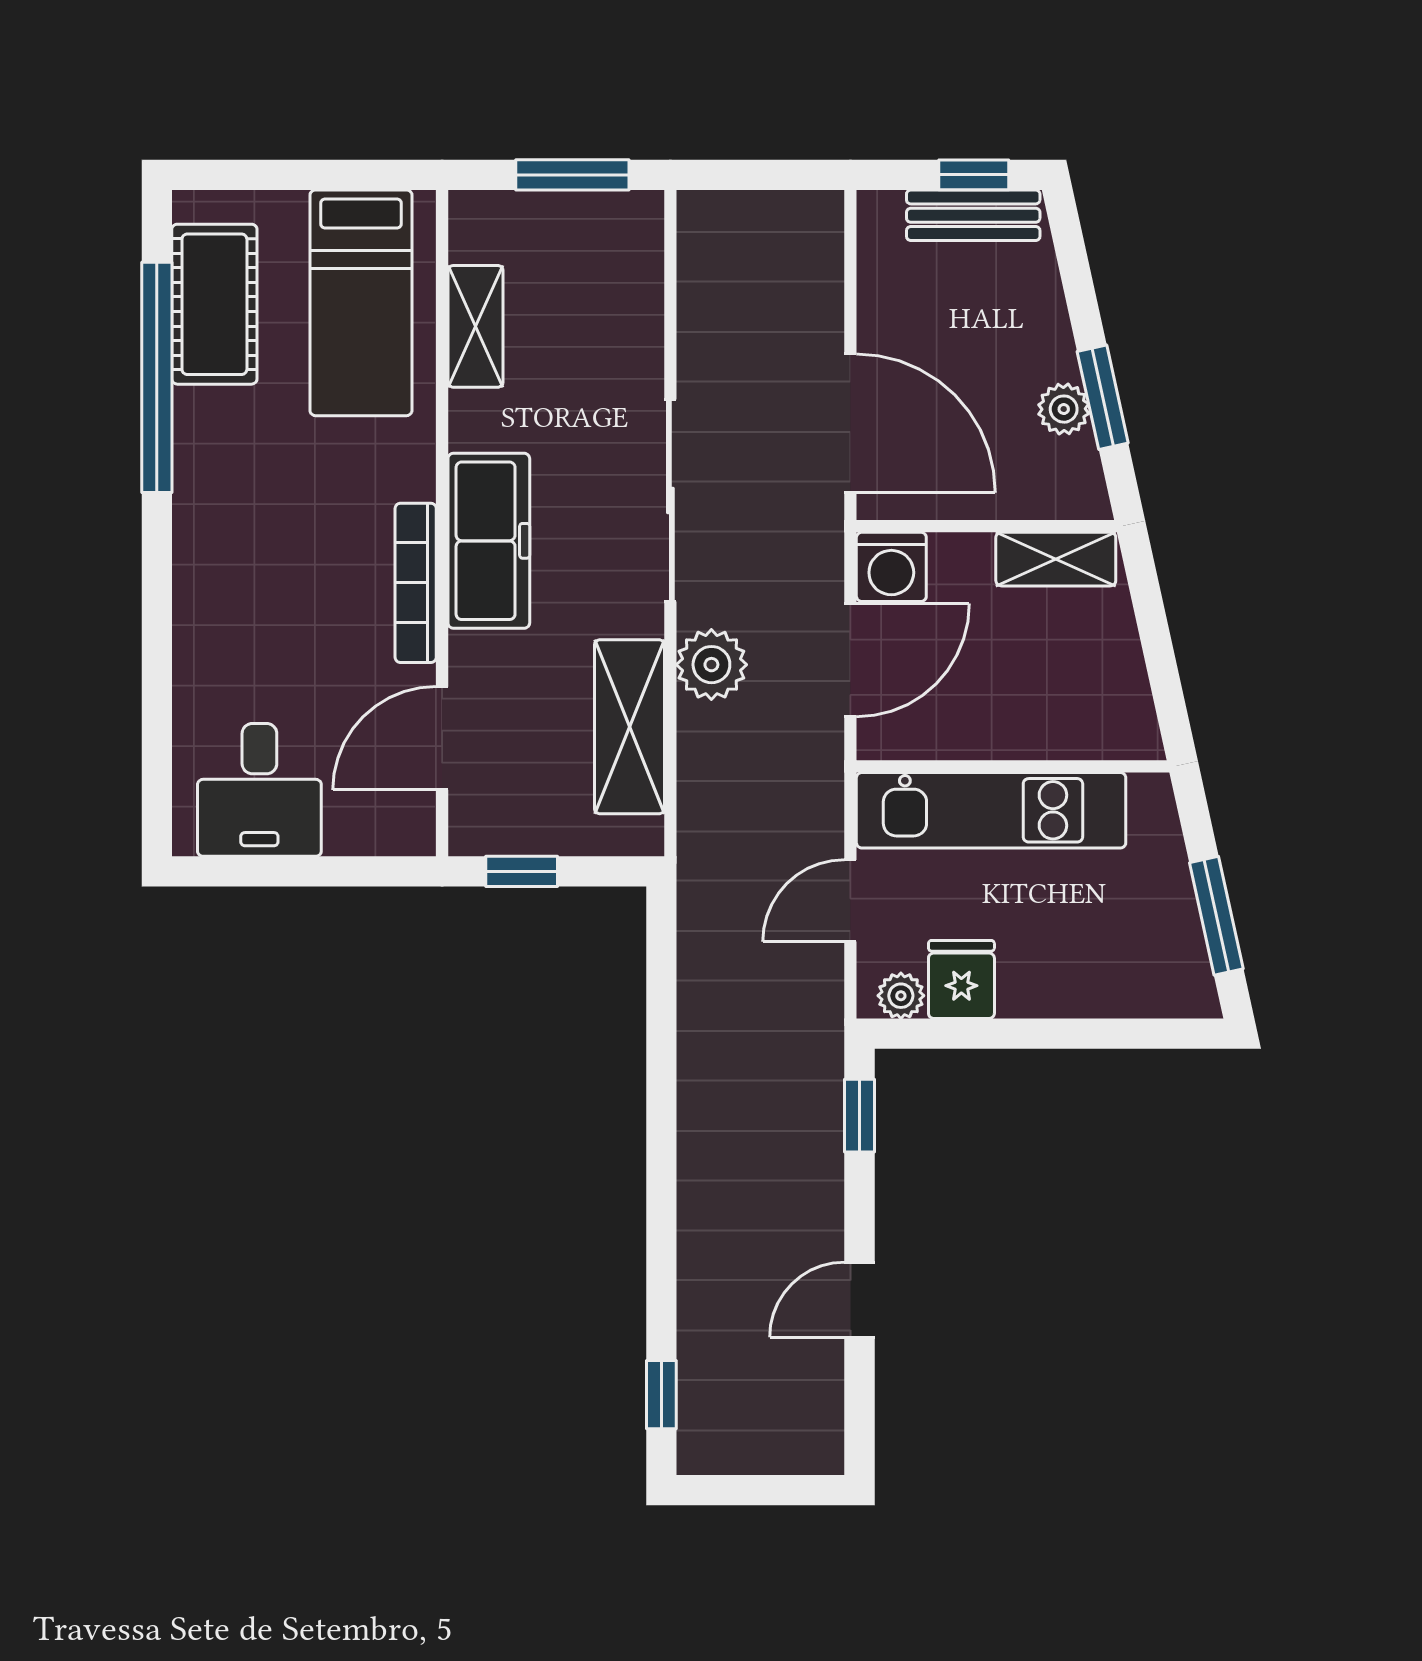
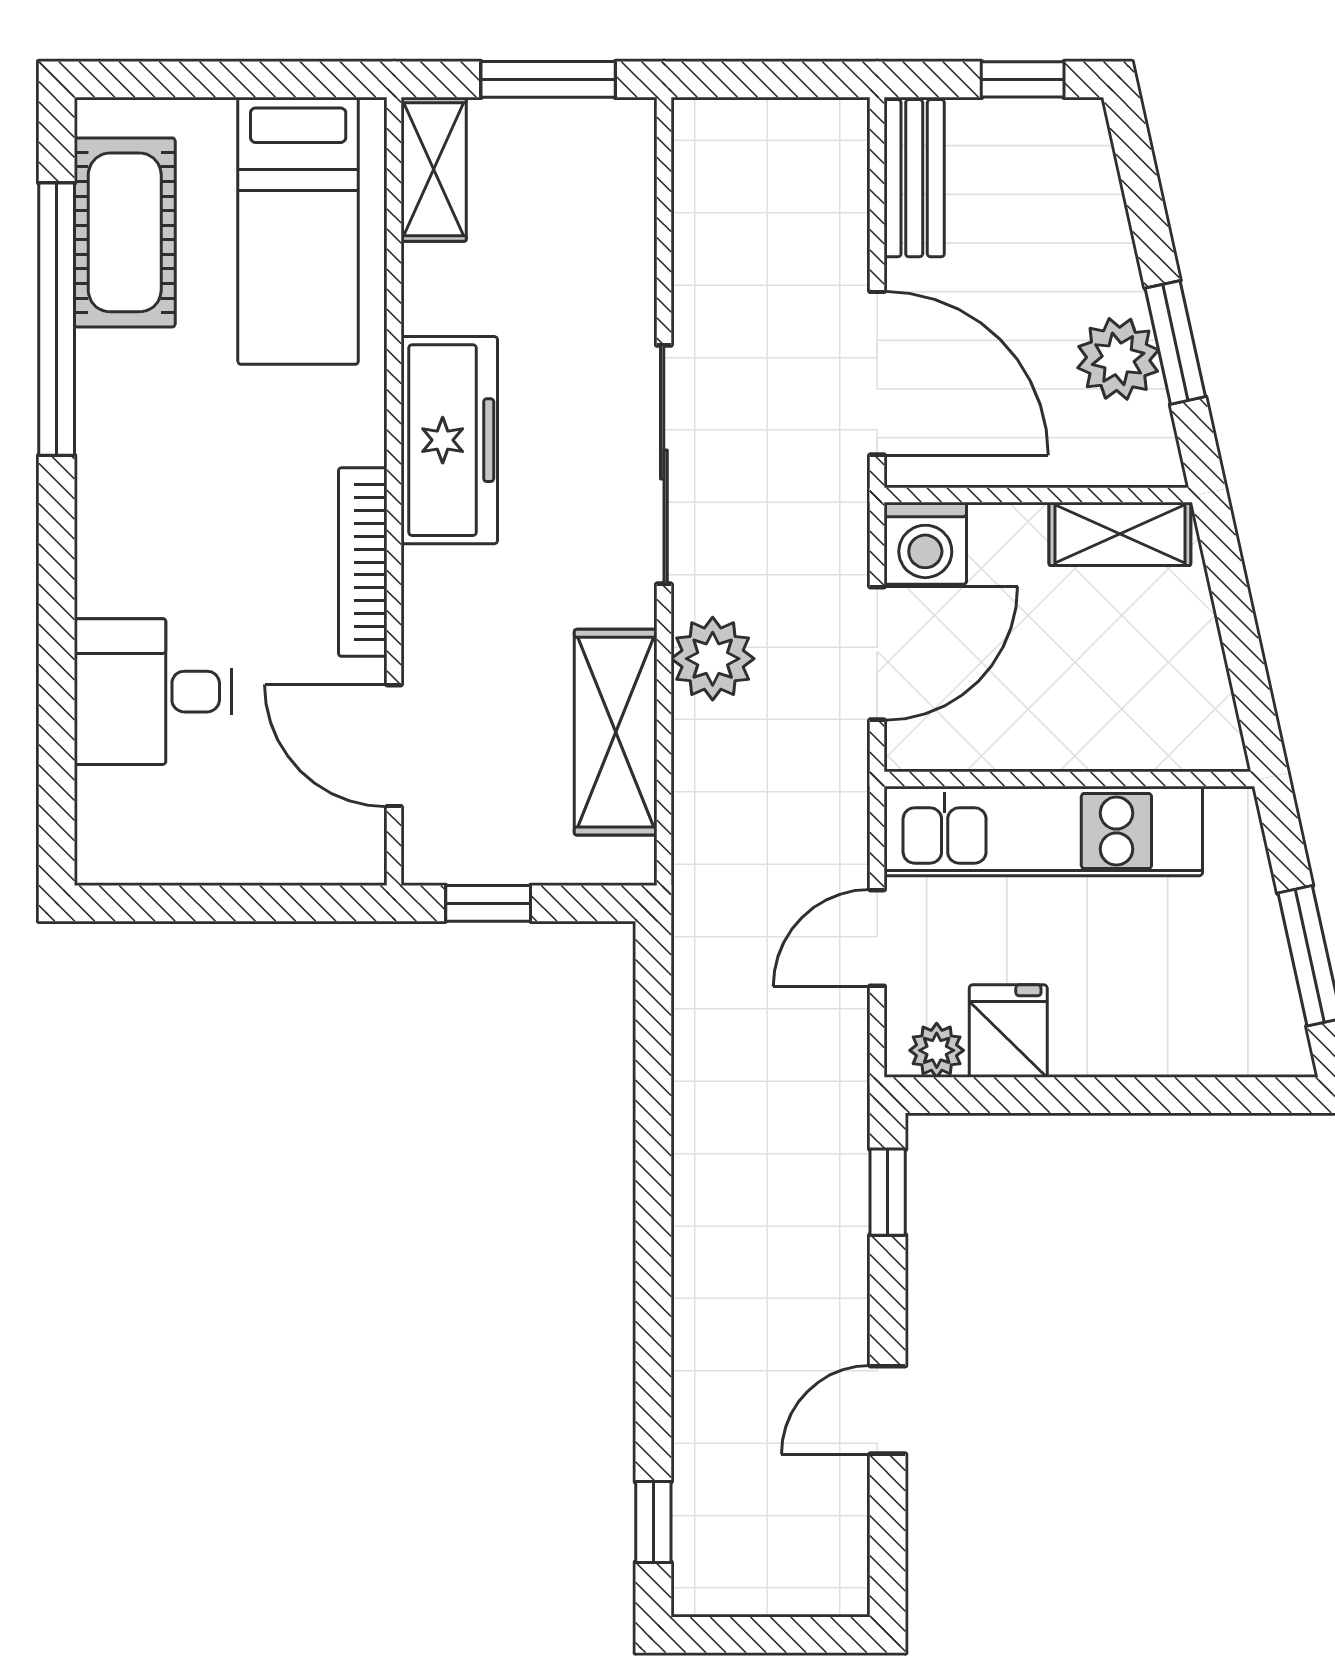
bench: (973, 215) -> (914, 178), moved, turned 90
shelving: (476, 326) -> (434, 169), moved
plant: (1064, 409) -> (1118, 359), width x1.38, depth x1.38
freezer: (489, 541) -> (449, 440), moved
door: (442, 738) -> (394, 746), hinge flipped
desk: (259, 790) -> (153, 692), moved, turned 90

